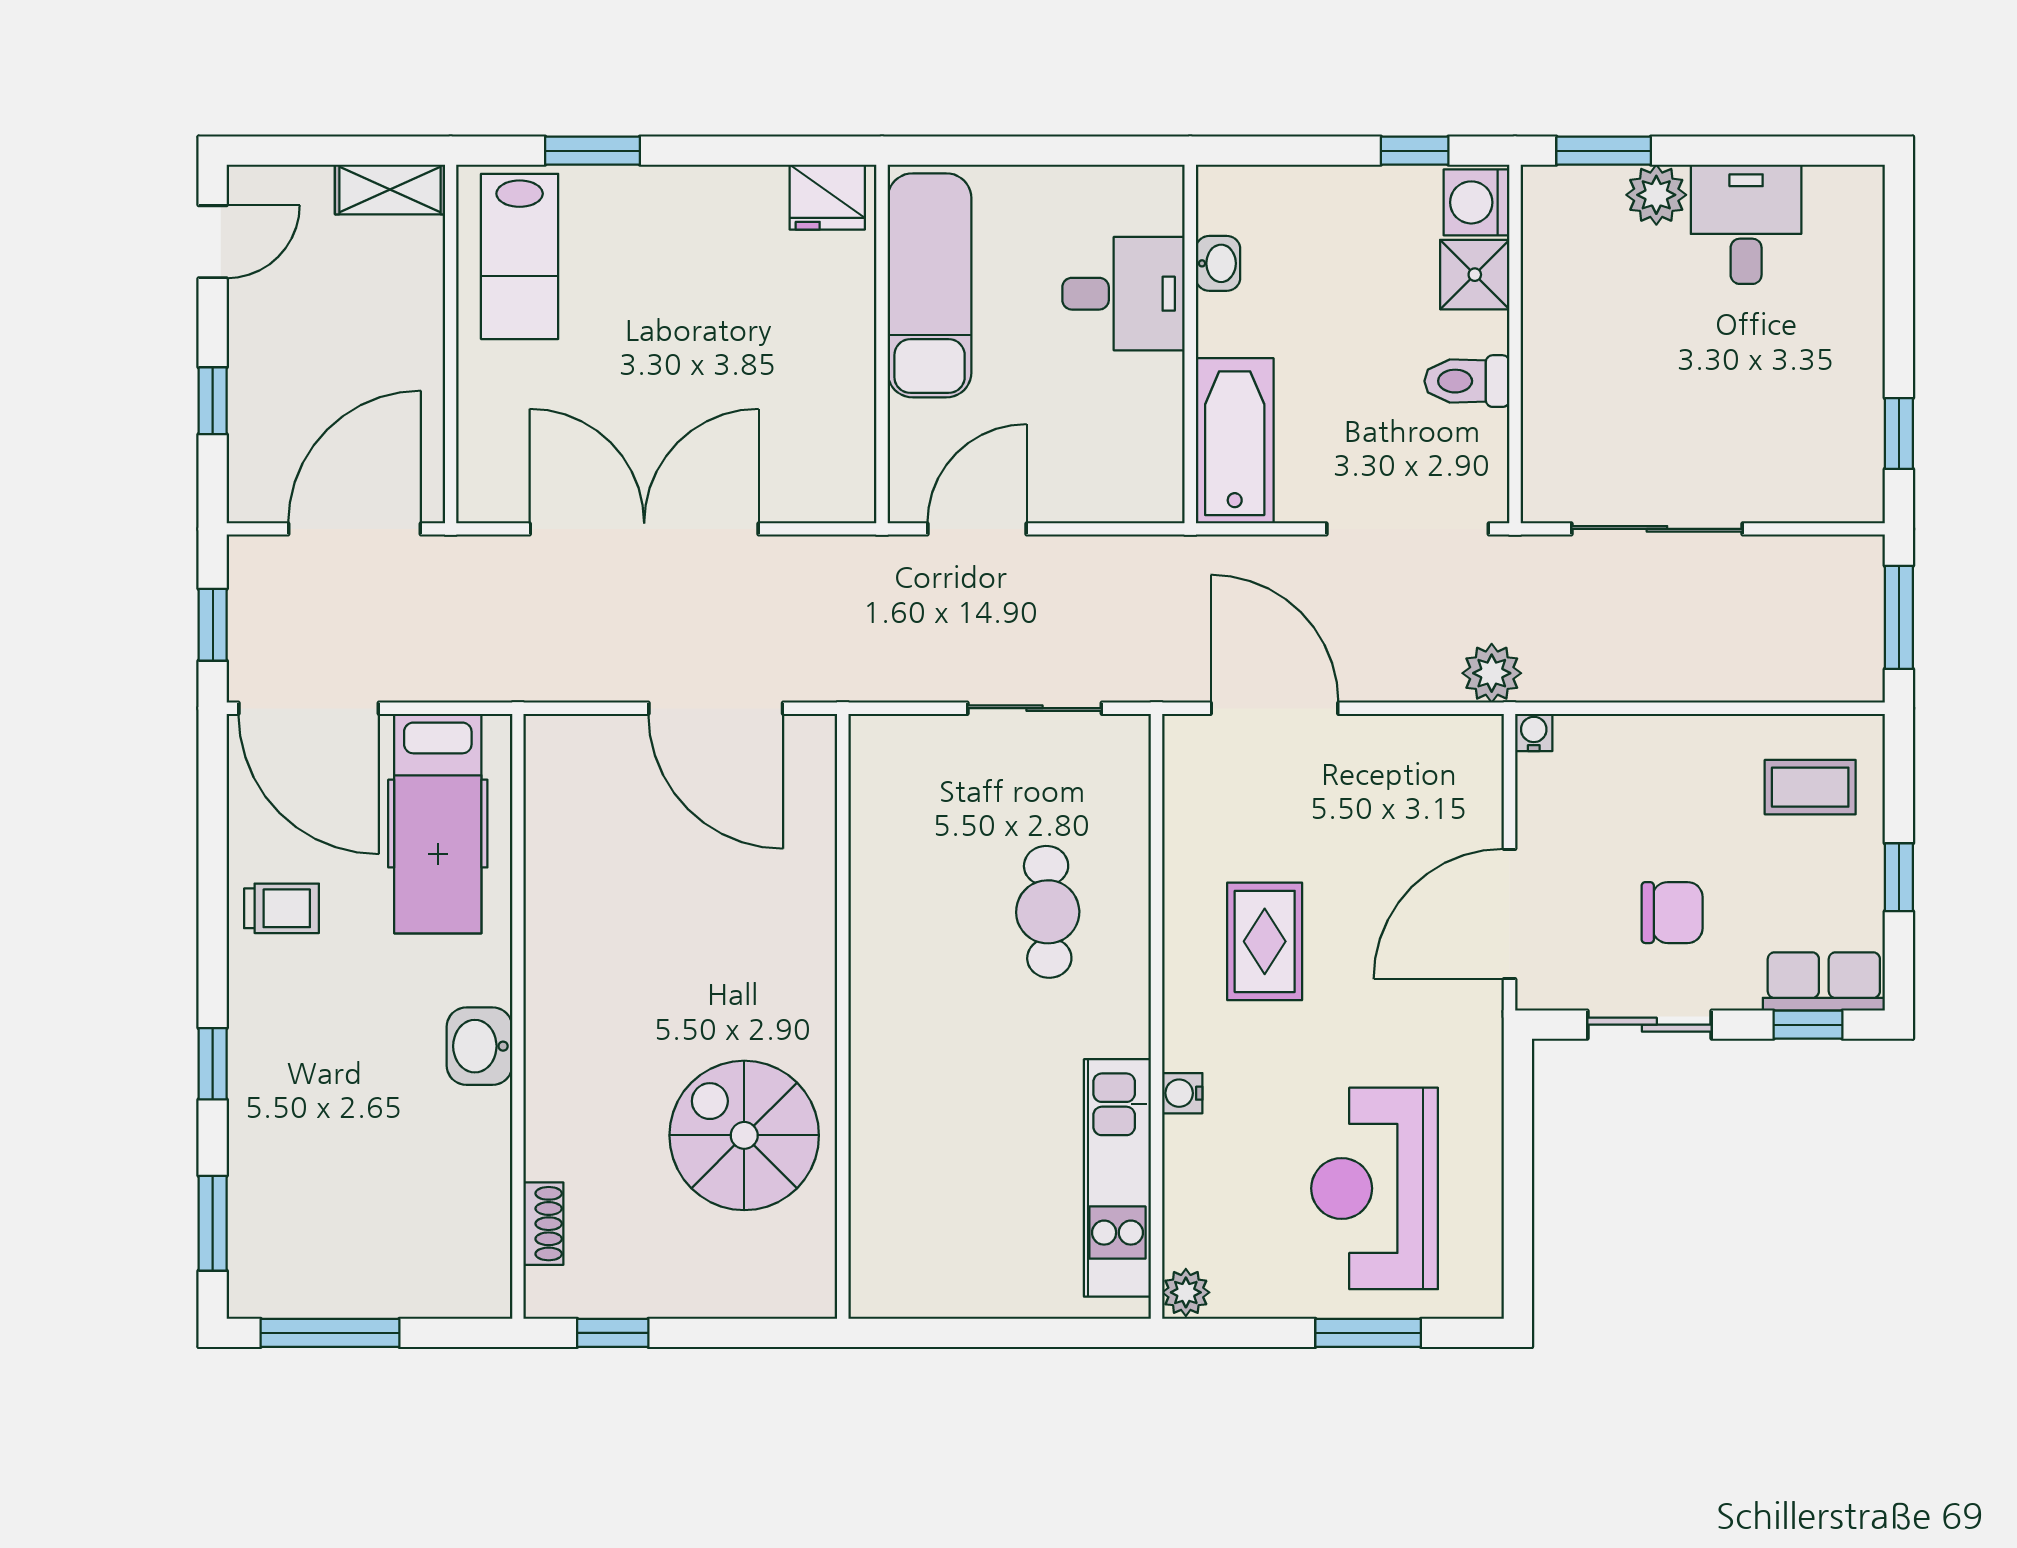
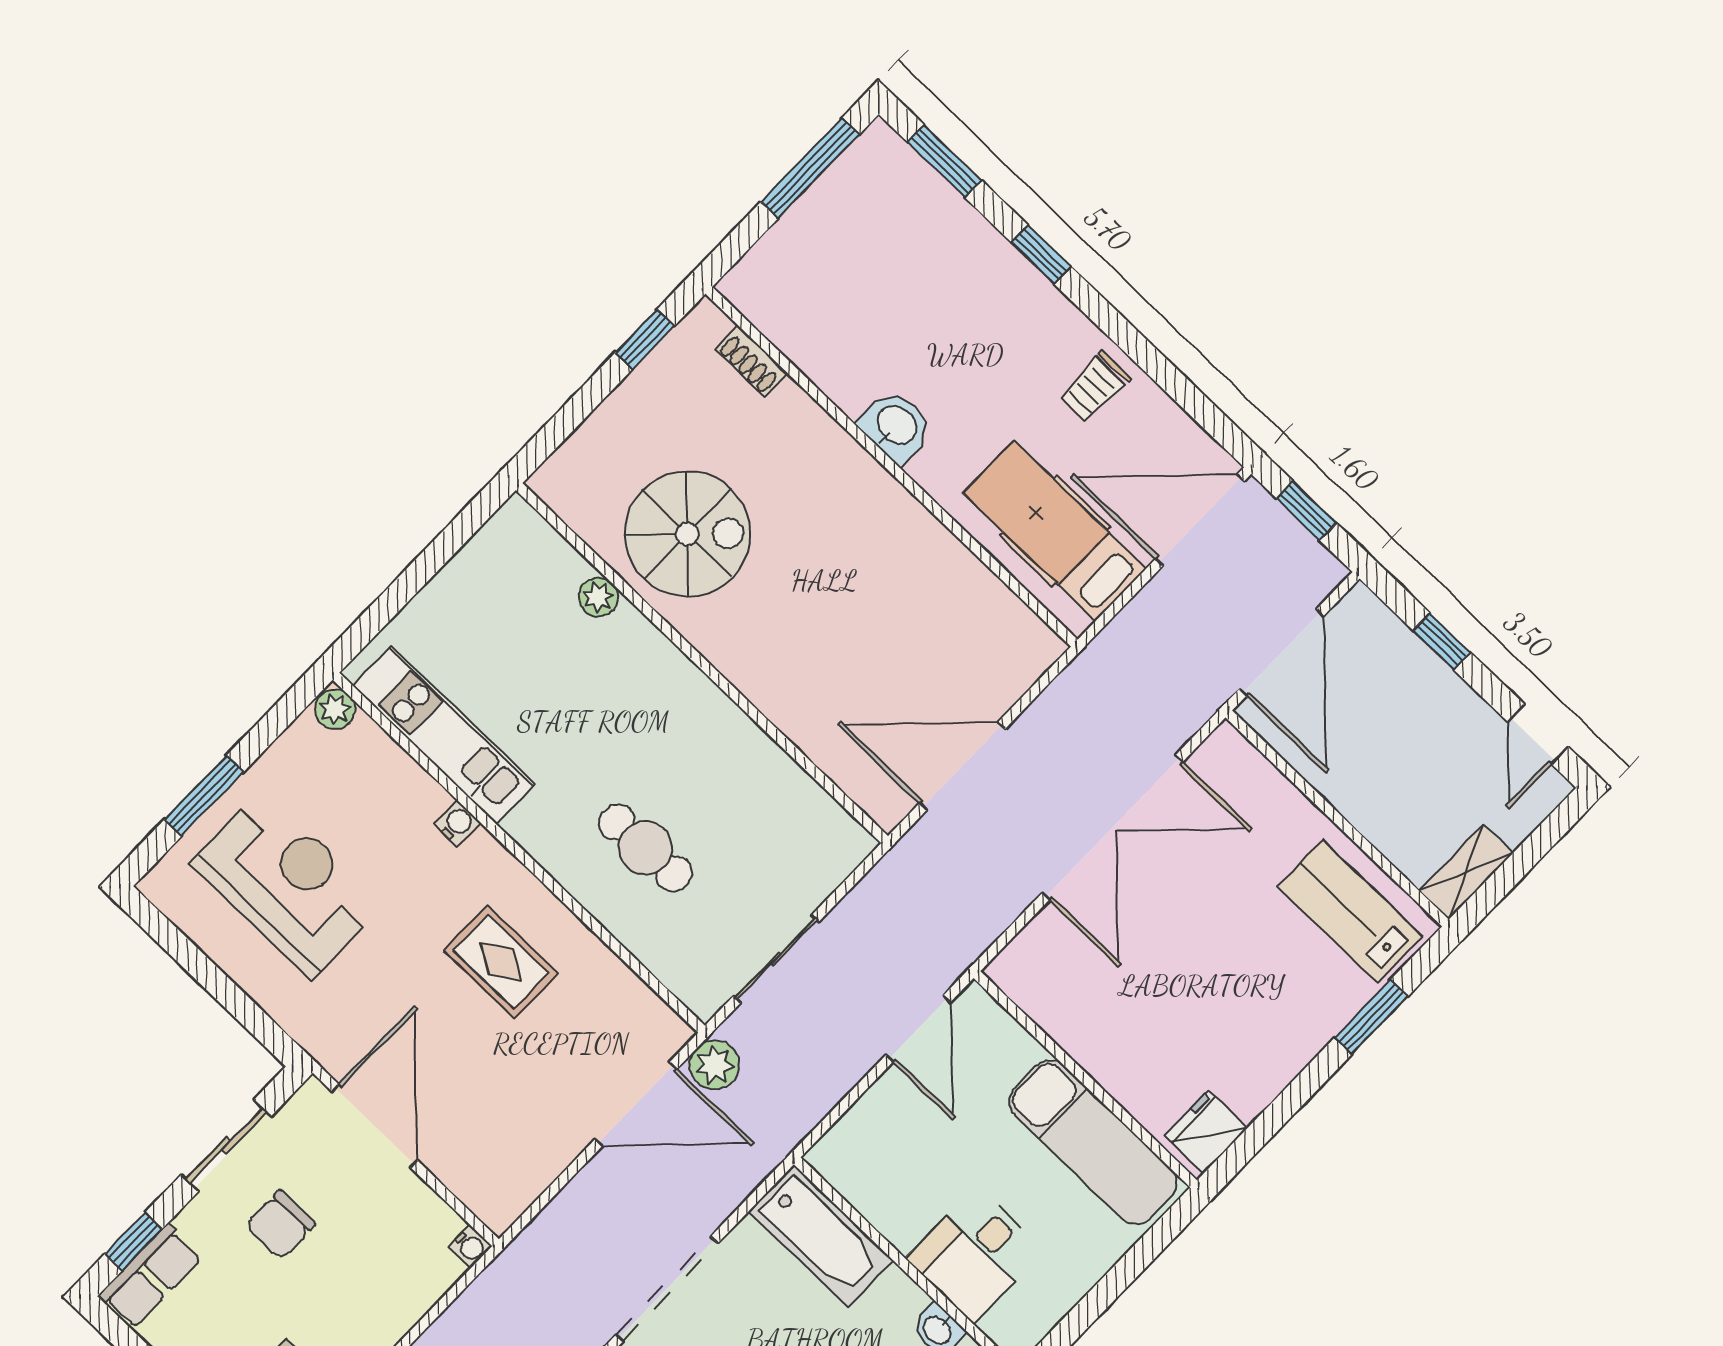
plant: (1492, 673) -> (715, 1065), moved
plant: (872, 1160) -> (598, 597), added

